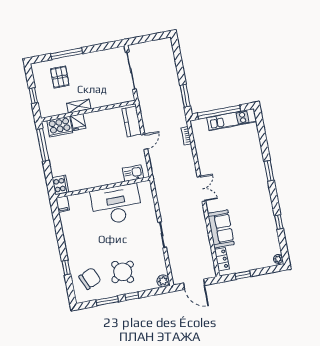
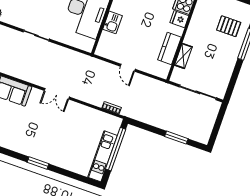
window: (185, 96) -> (176, 138), moved
shelving: (79, 106) -> (183, 56), moved
kitchen counter: (132, 121) -> (169, 49), moved, turned -90
kitchen sink: (133, 173) -> (113, 22), moved

